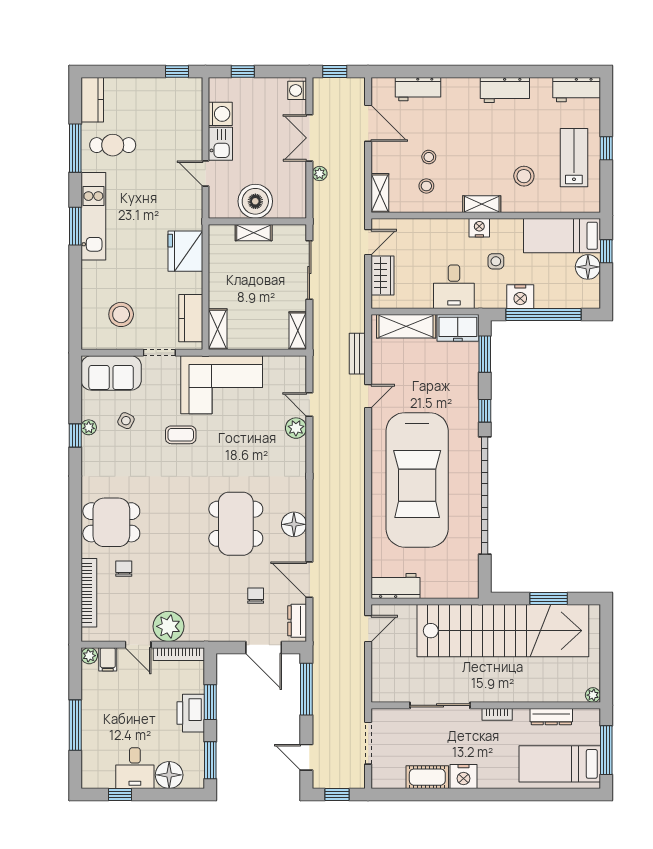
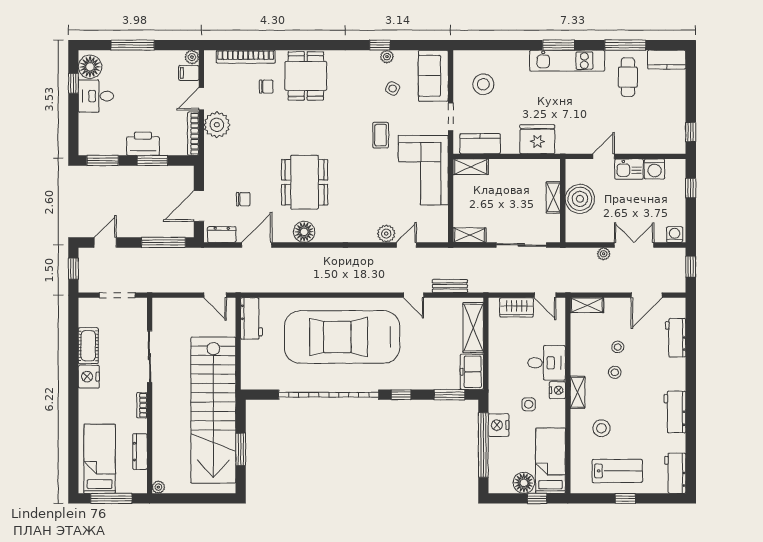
stool: (426, 186) -> (615, 372), moved
desk: (454, 287) -> (547, 363), moved, turned 180
dining table: (236, 524) -> (305, 182), turned 90
floor lamp: (169, 775) -> (90, 67), moved

